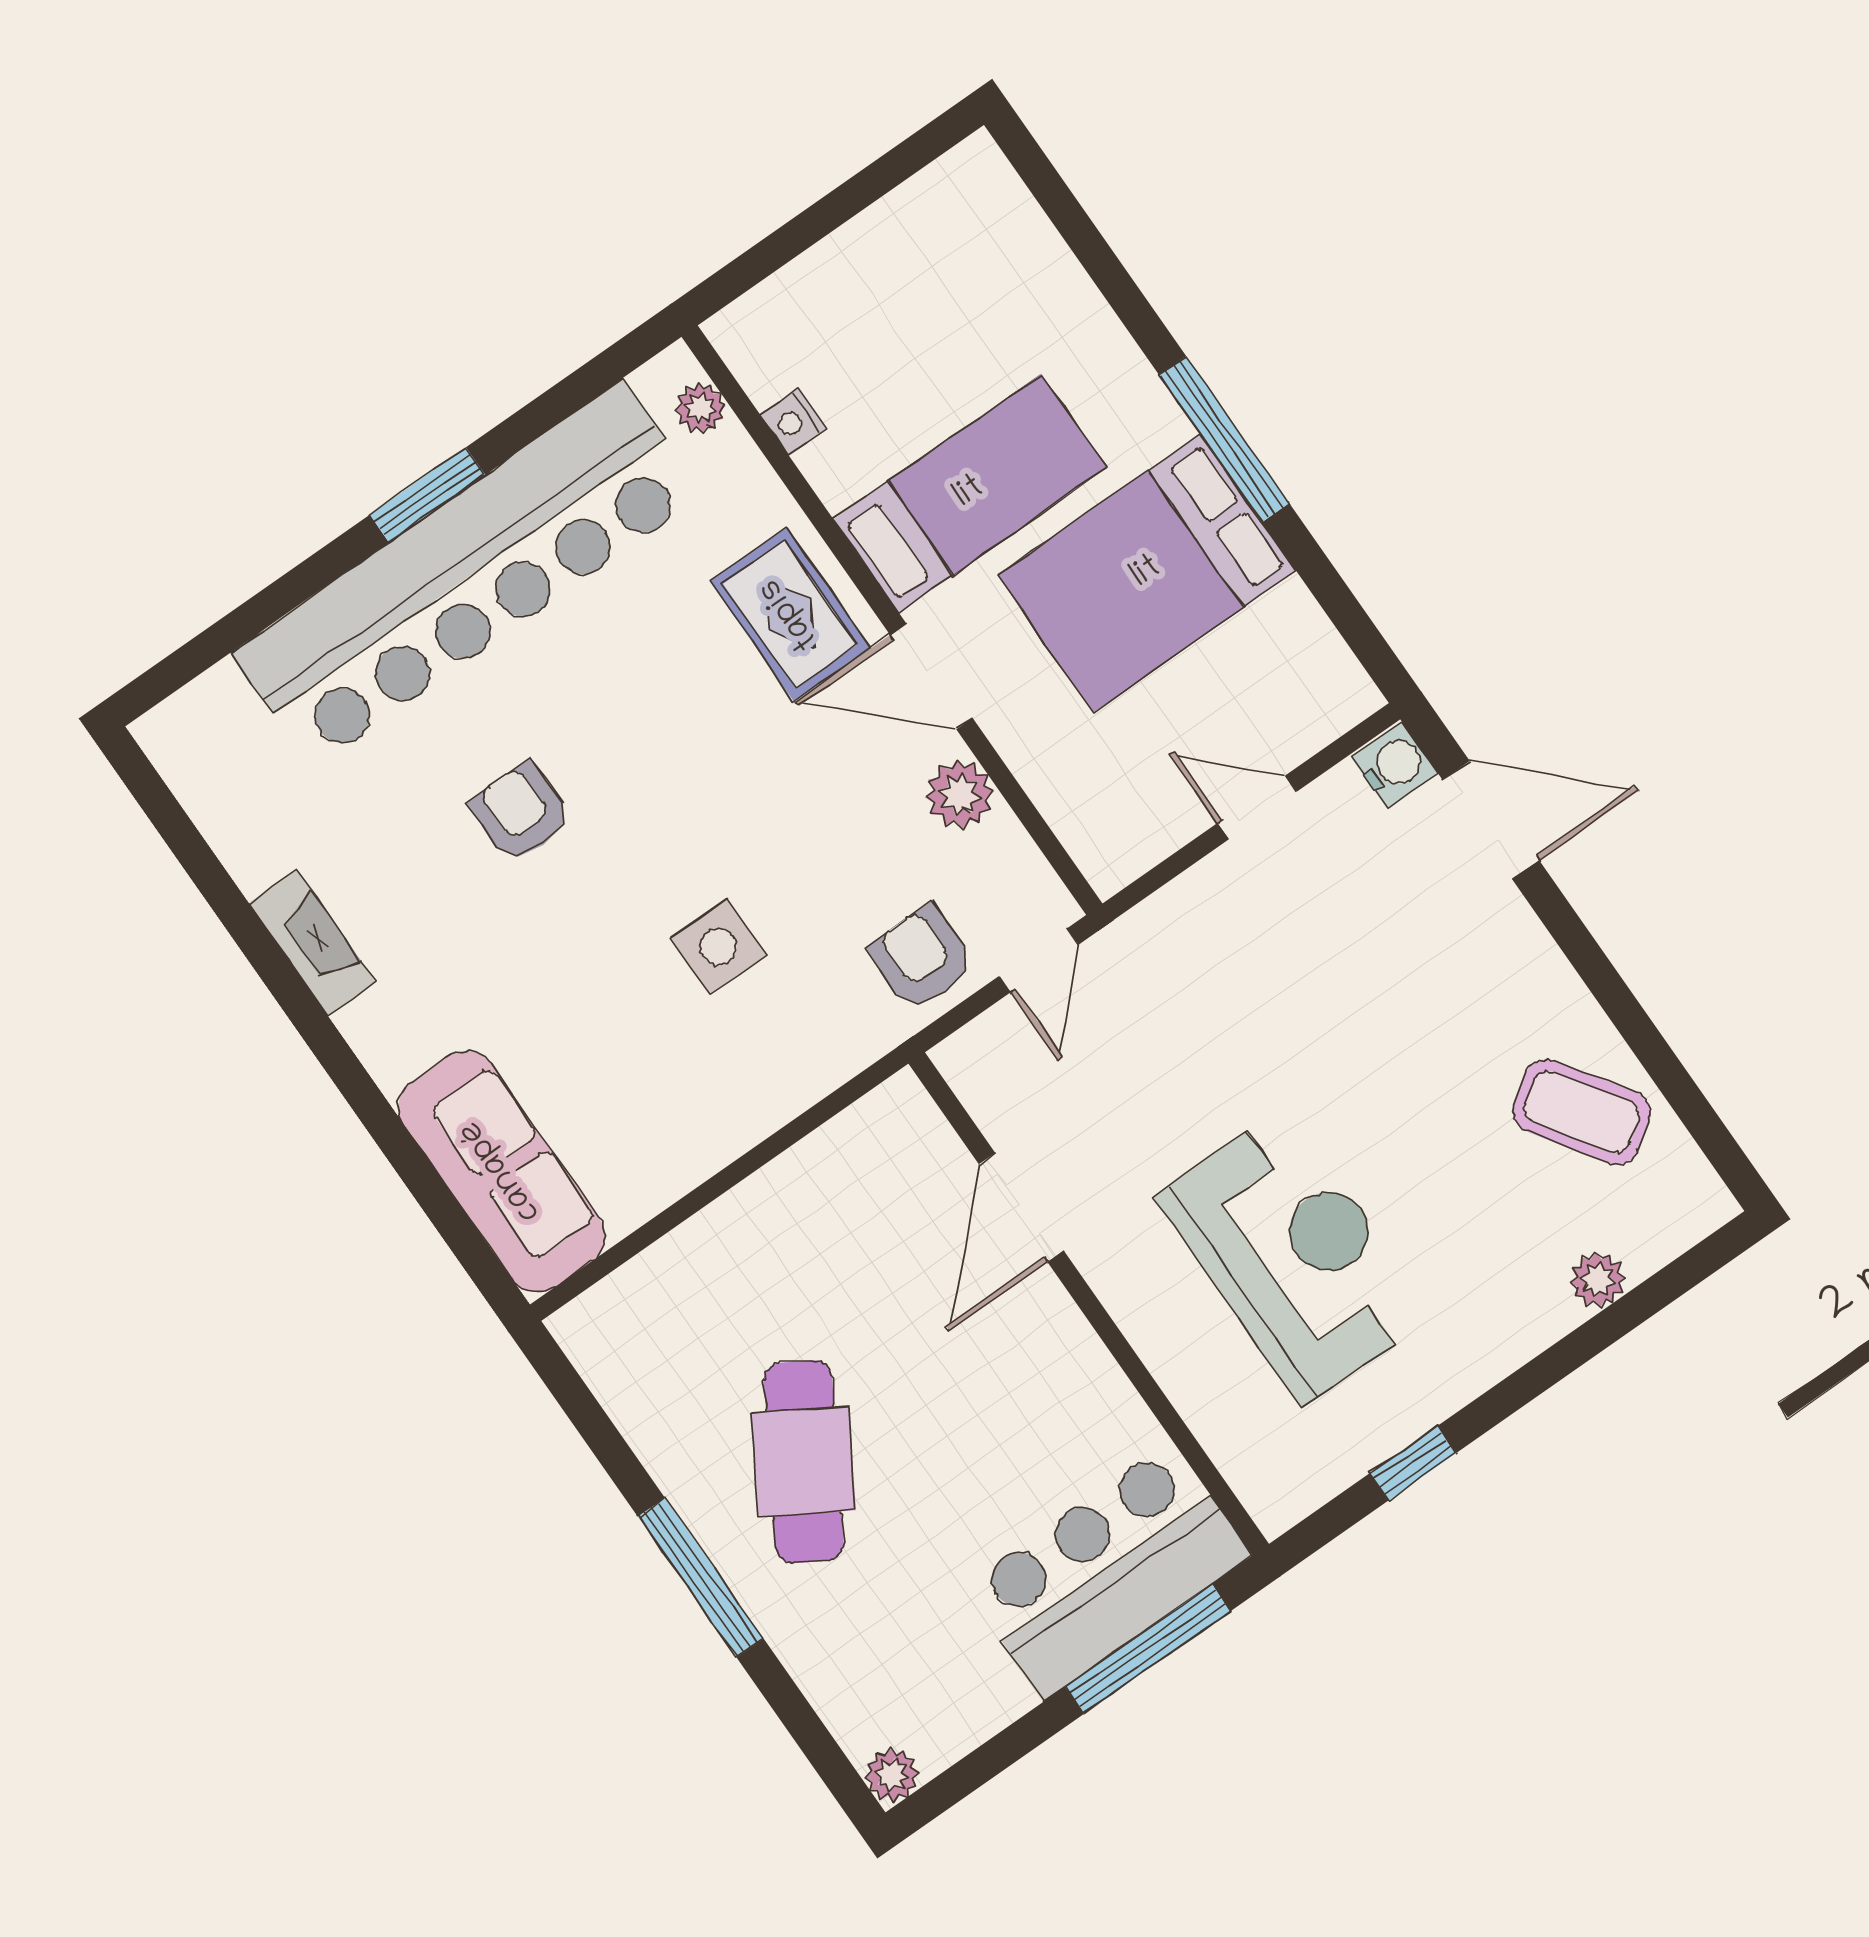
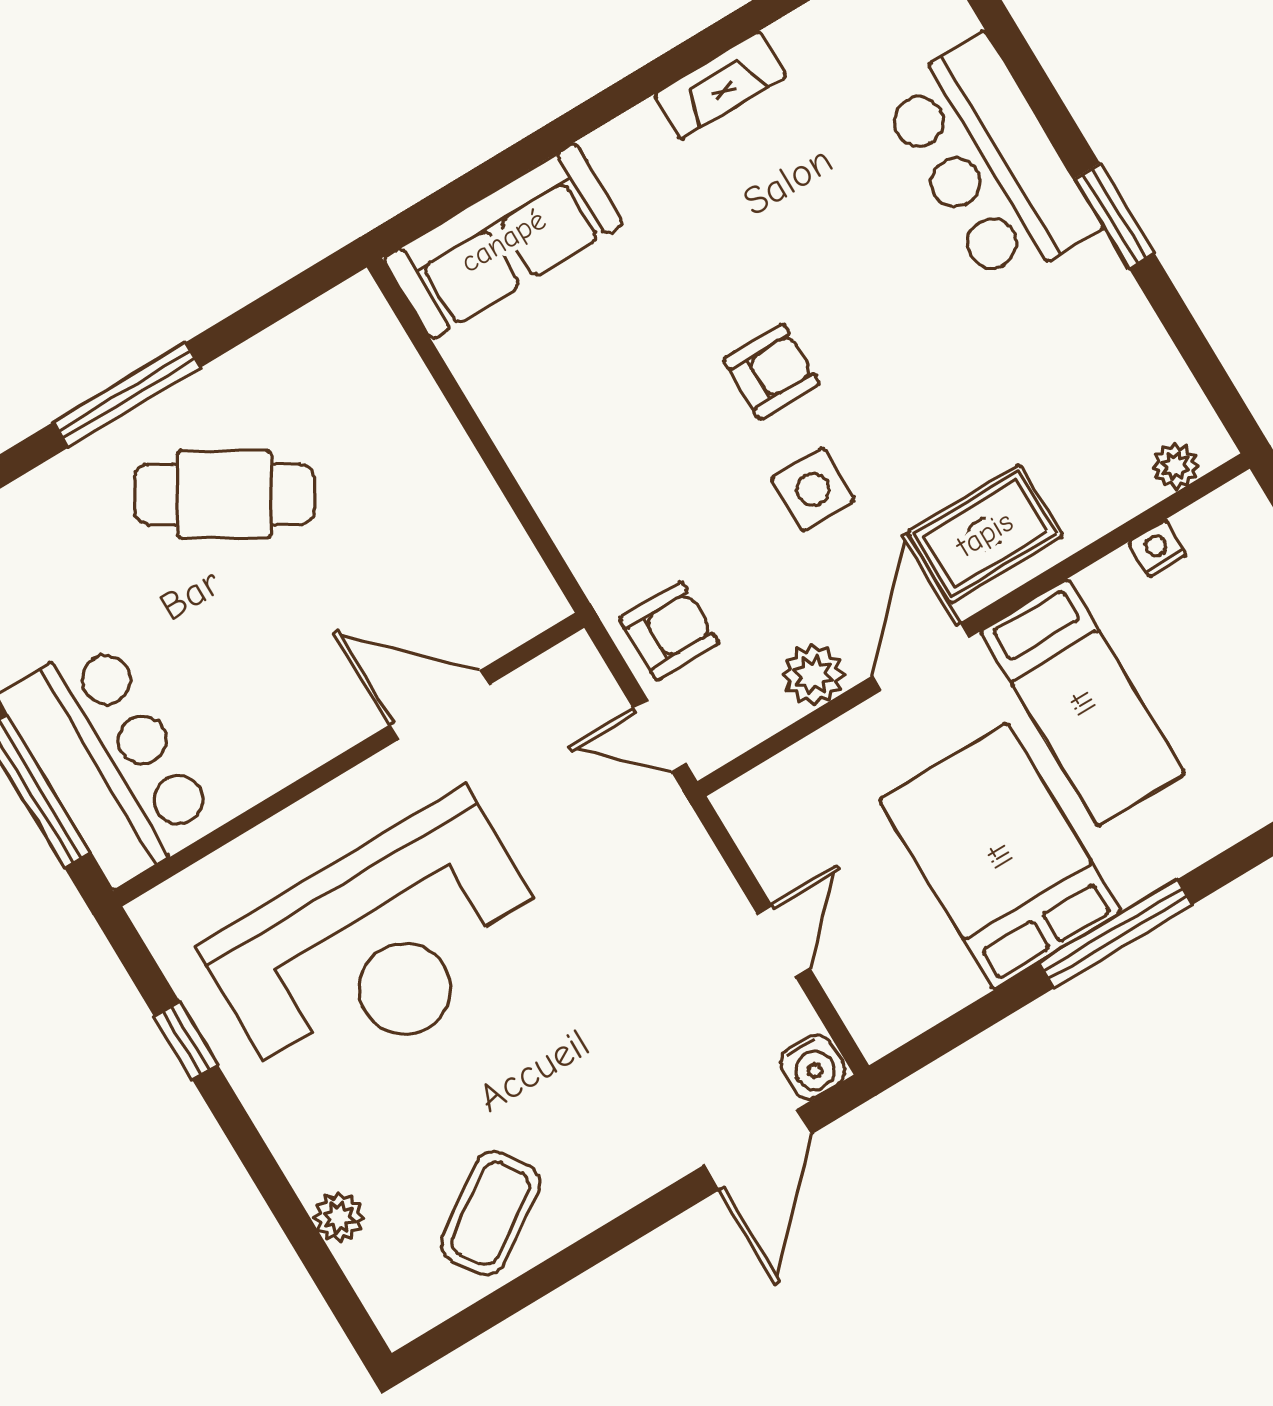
bar counter: (467, 574) -> (990, 162), width x0.54
armchair: (521, 812) -> (771, 372), moved
side table: (718, 947) -> (813, 489), moved
reception desk: (1294, 1256) -> (379, 946), width x1.36, depth x1.30

